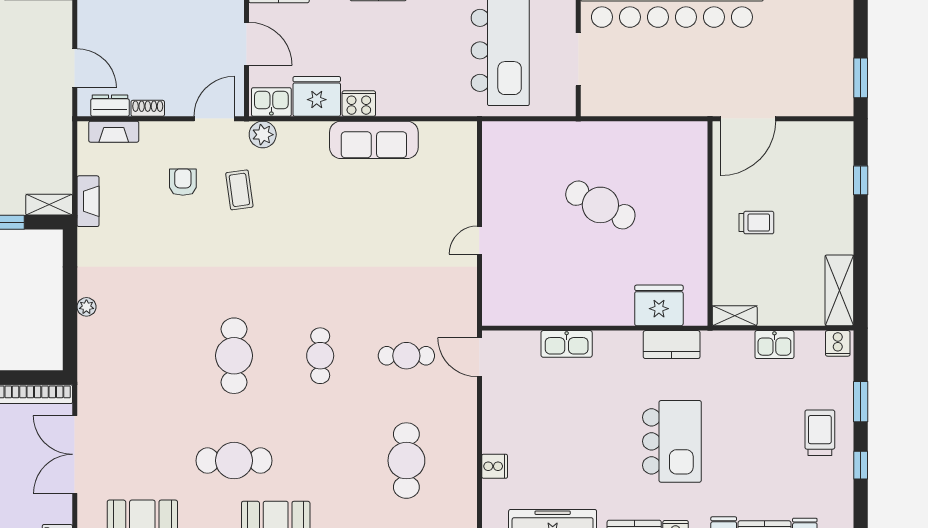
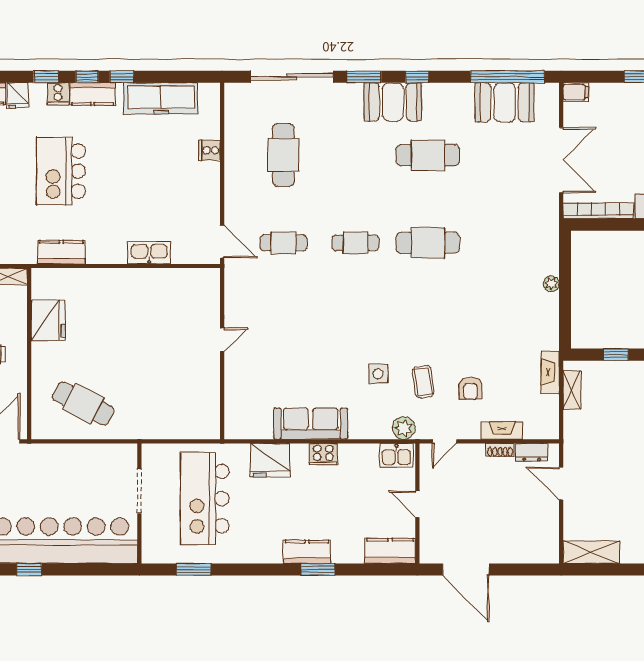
door: (247, 44) -> (417, 504), width x0.73
fridge: (317, 96) -> (270, 460), moved
door: (214, 119) -> (444, 441), width x0.73
fireplace: (114, 132) -> (502, 430), moved
side table: (293, 200) -> (378, 374), added
shelving: (49, 205) -> (572, 390), moved, turned 90
cafe table: (600, 205) -> (83, 404), moved
fridge: (659, 305) -> (48, 320), moved, turned -90
cafe table: (234, 356) -> (428, 243), turned 90
cafe table: (320, 356) -> (356, 243), turned 90

